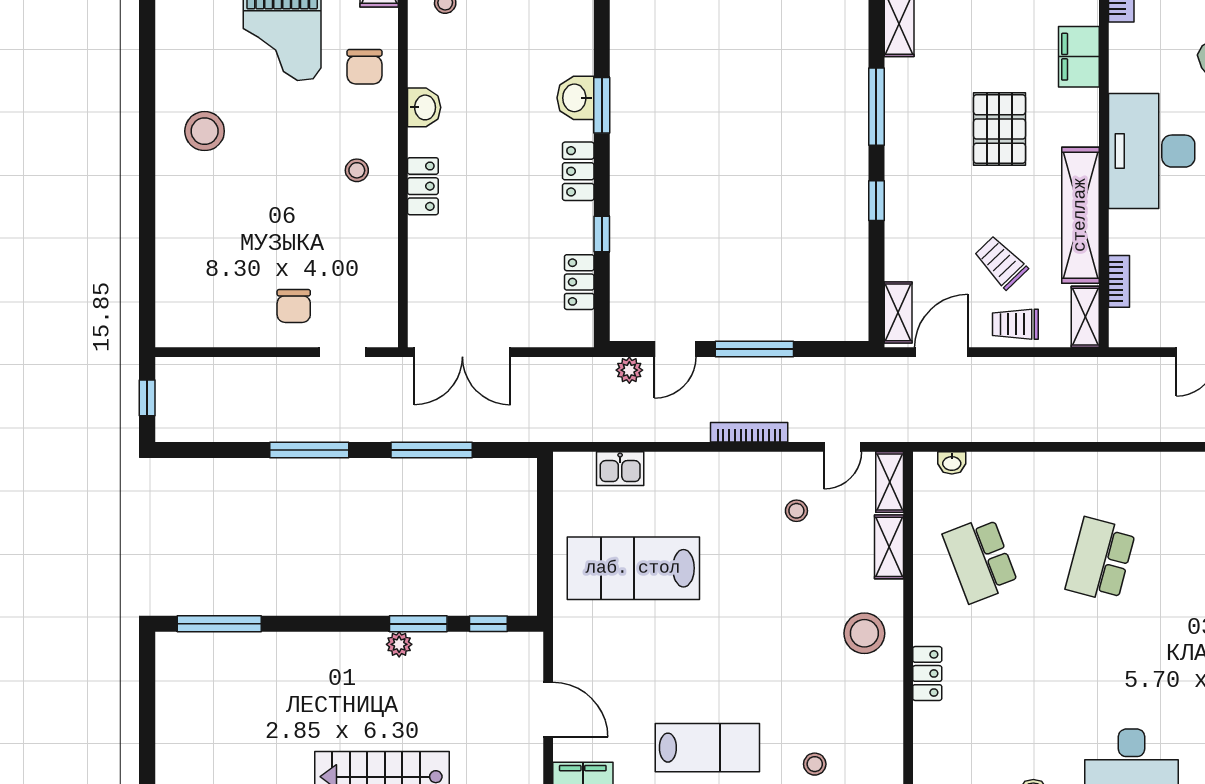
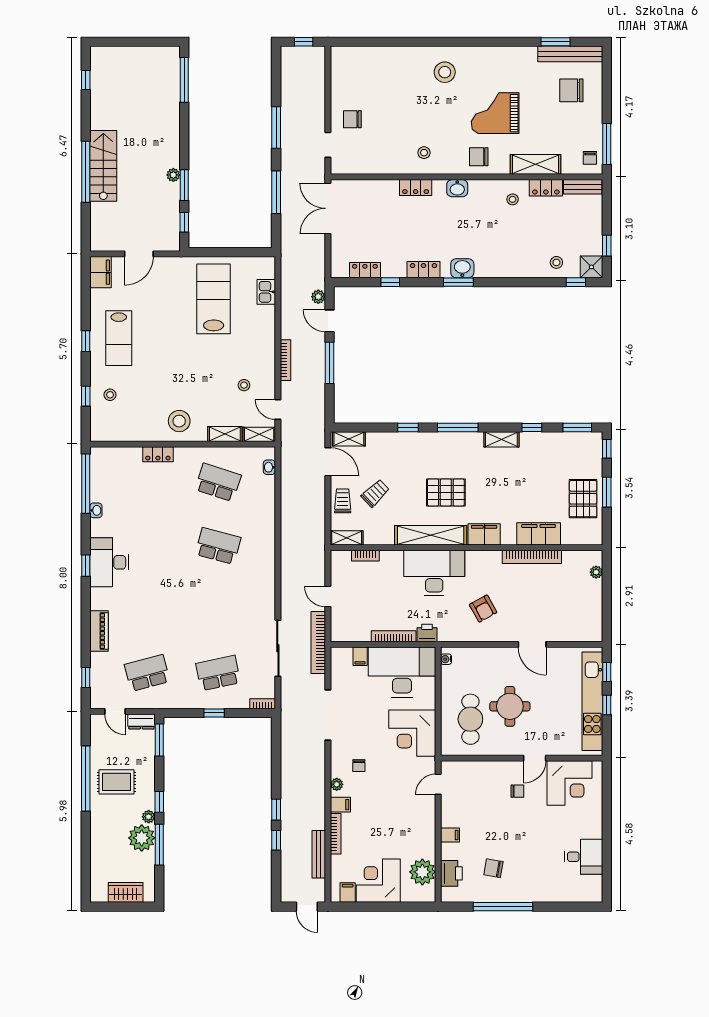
shelving: (1080, 215) -> (431, 535), moved
school desk: (980, 560) -> (218, 482), turned 39

